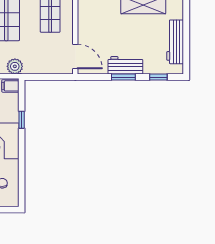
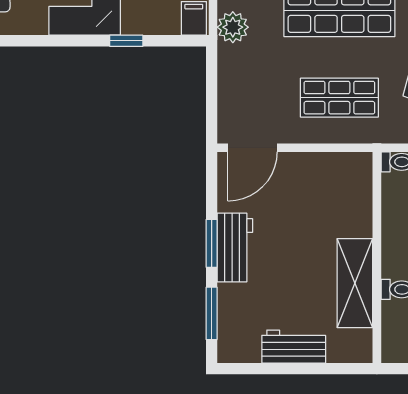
workbench: (175, 42) -> (294, 347), width x0.73
window: (158, 77) -> (212, 313), width x1.50

